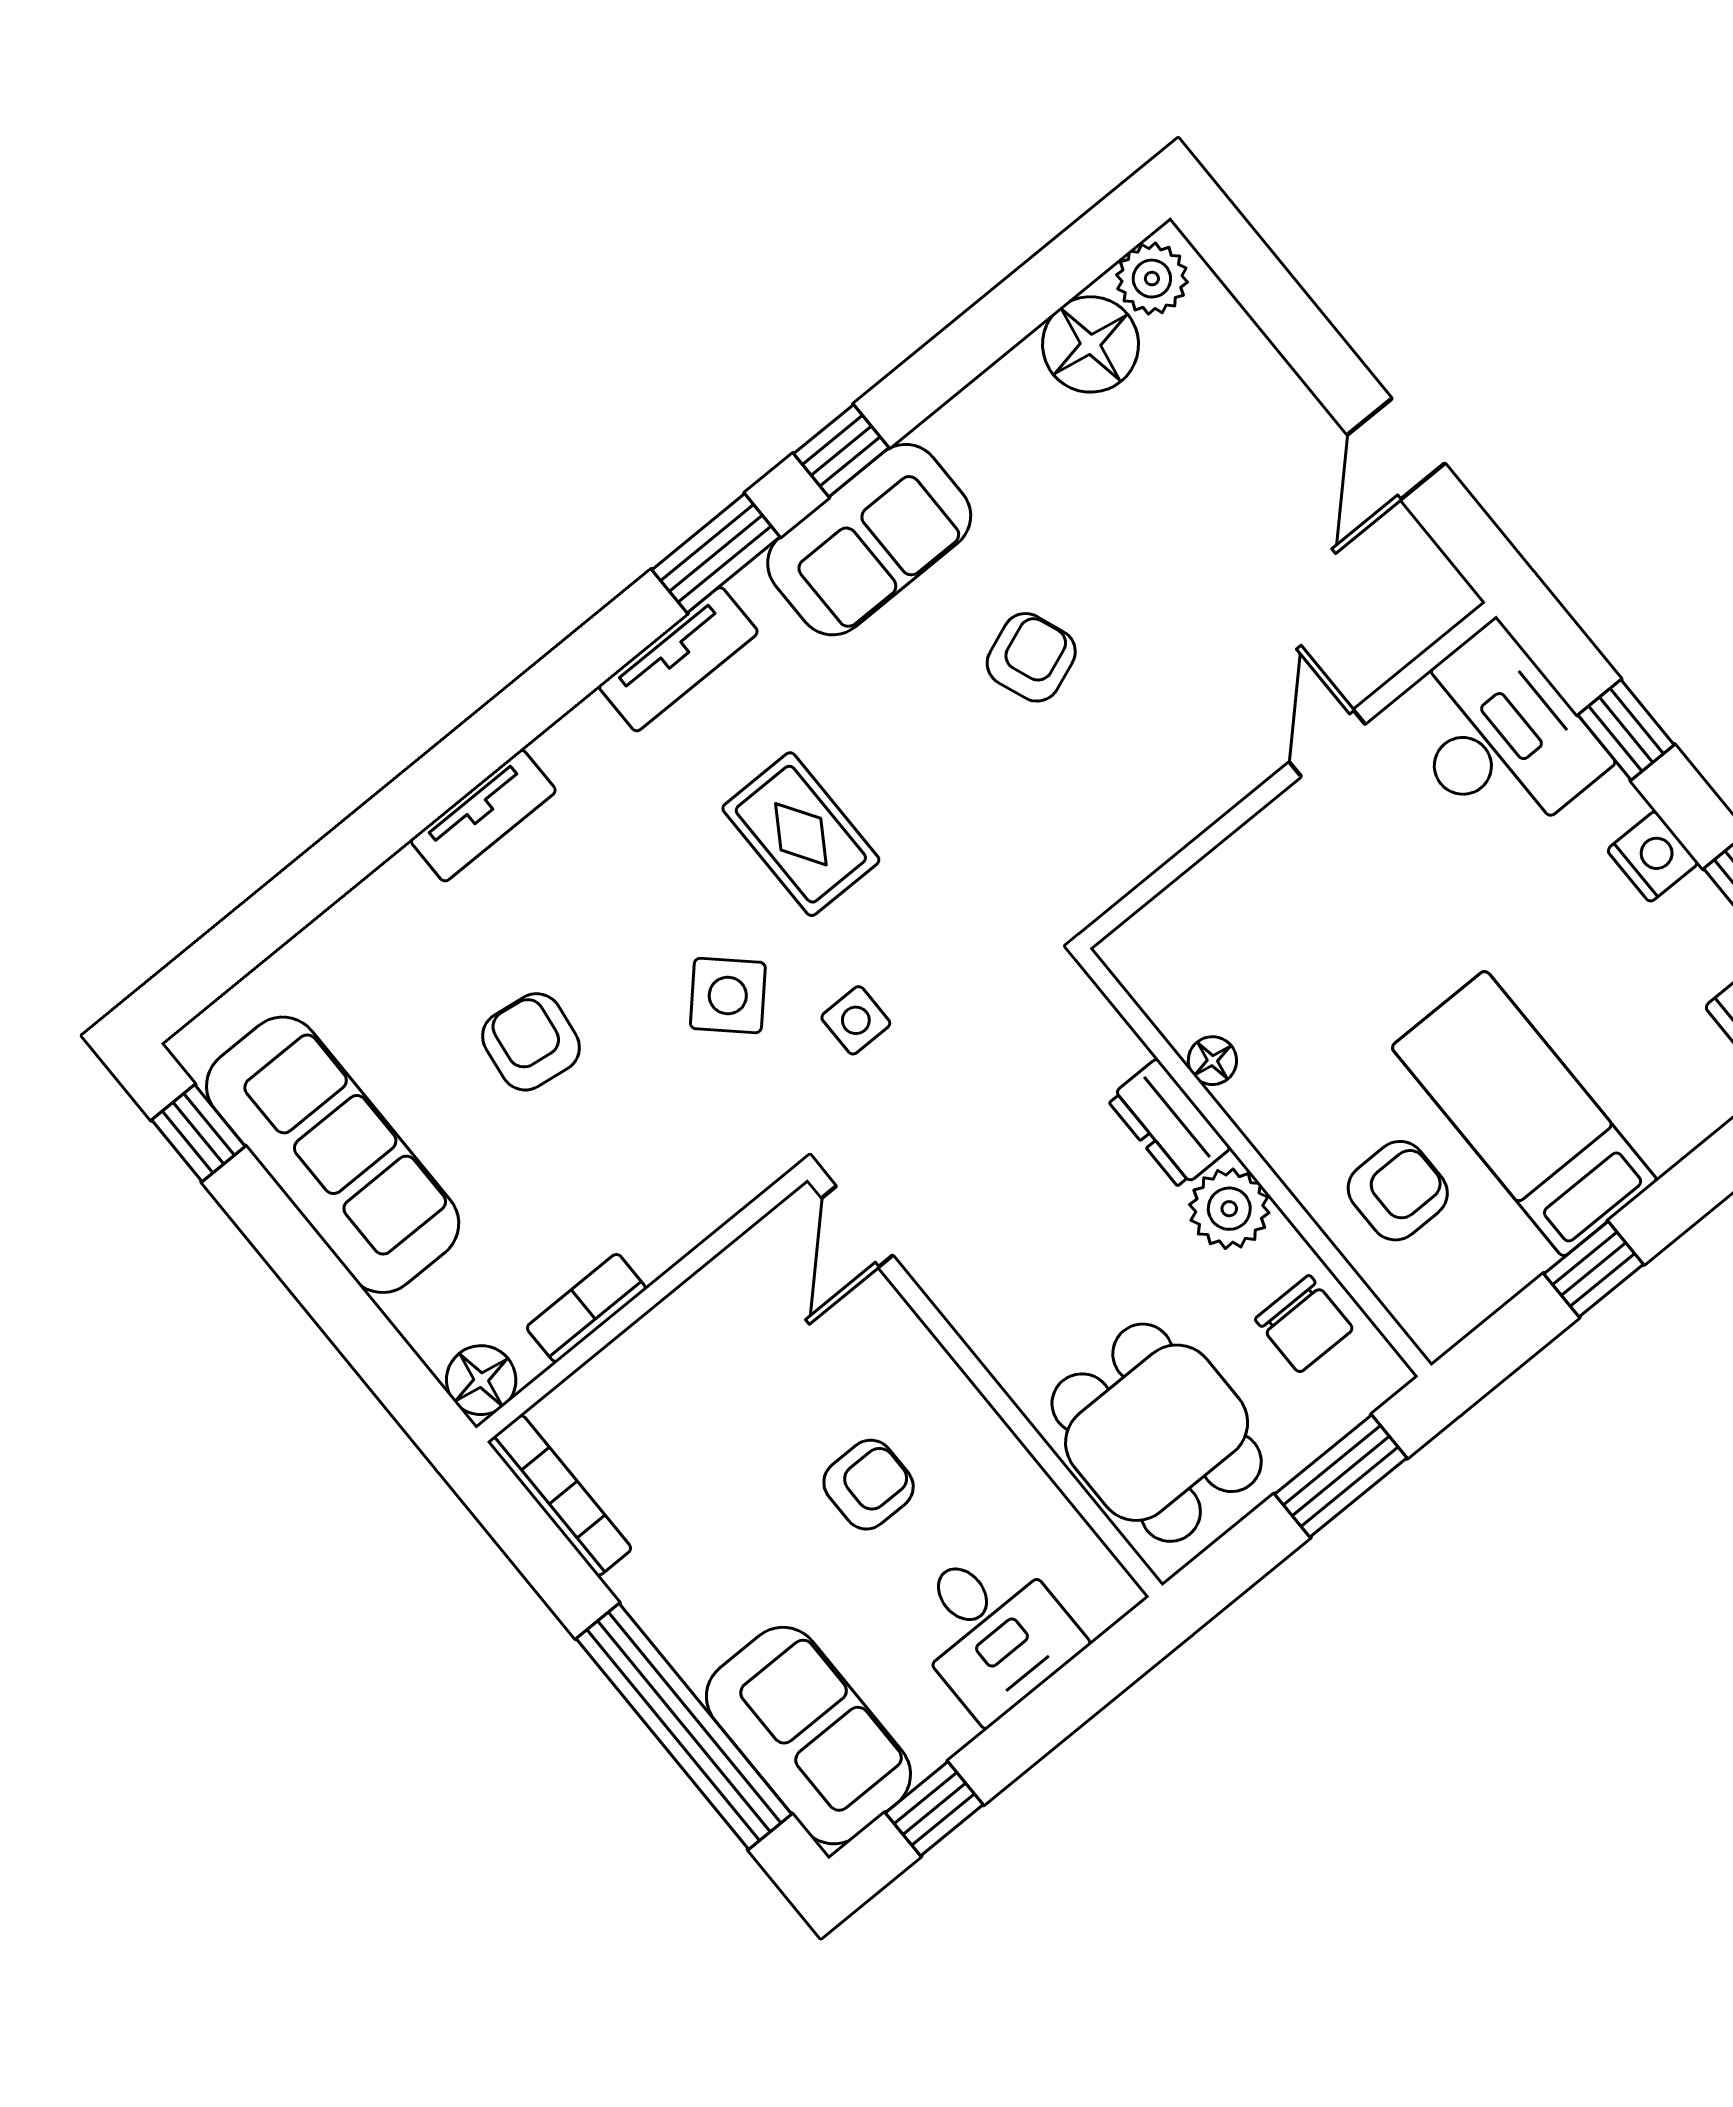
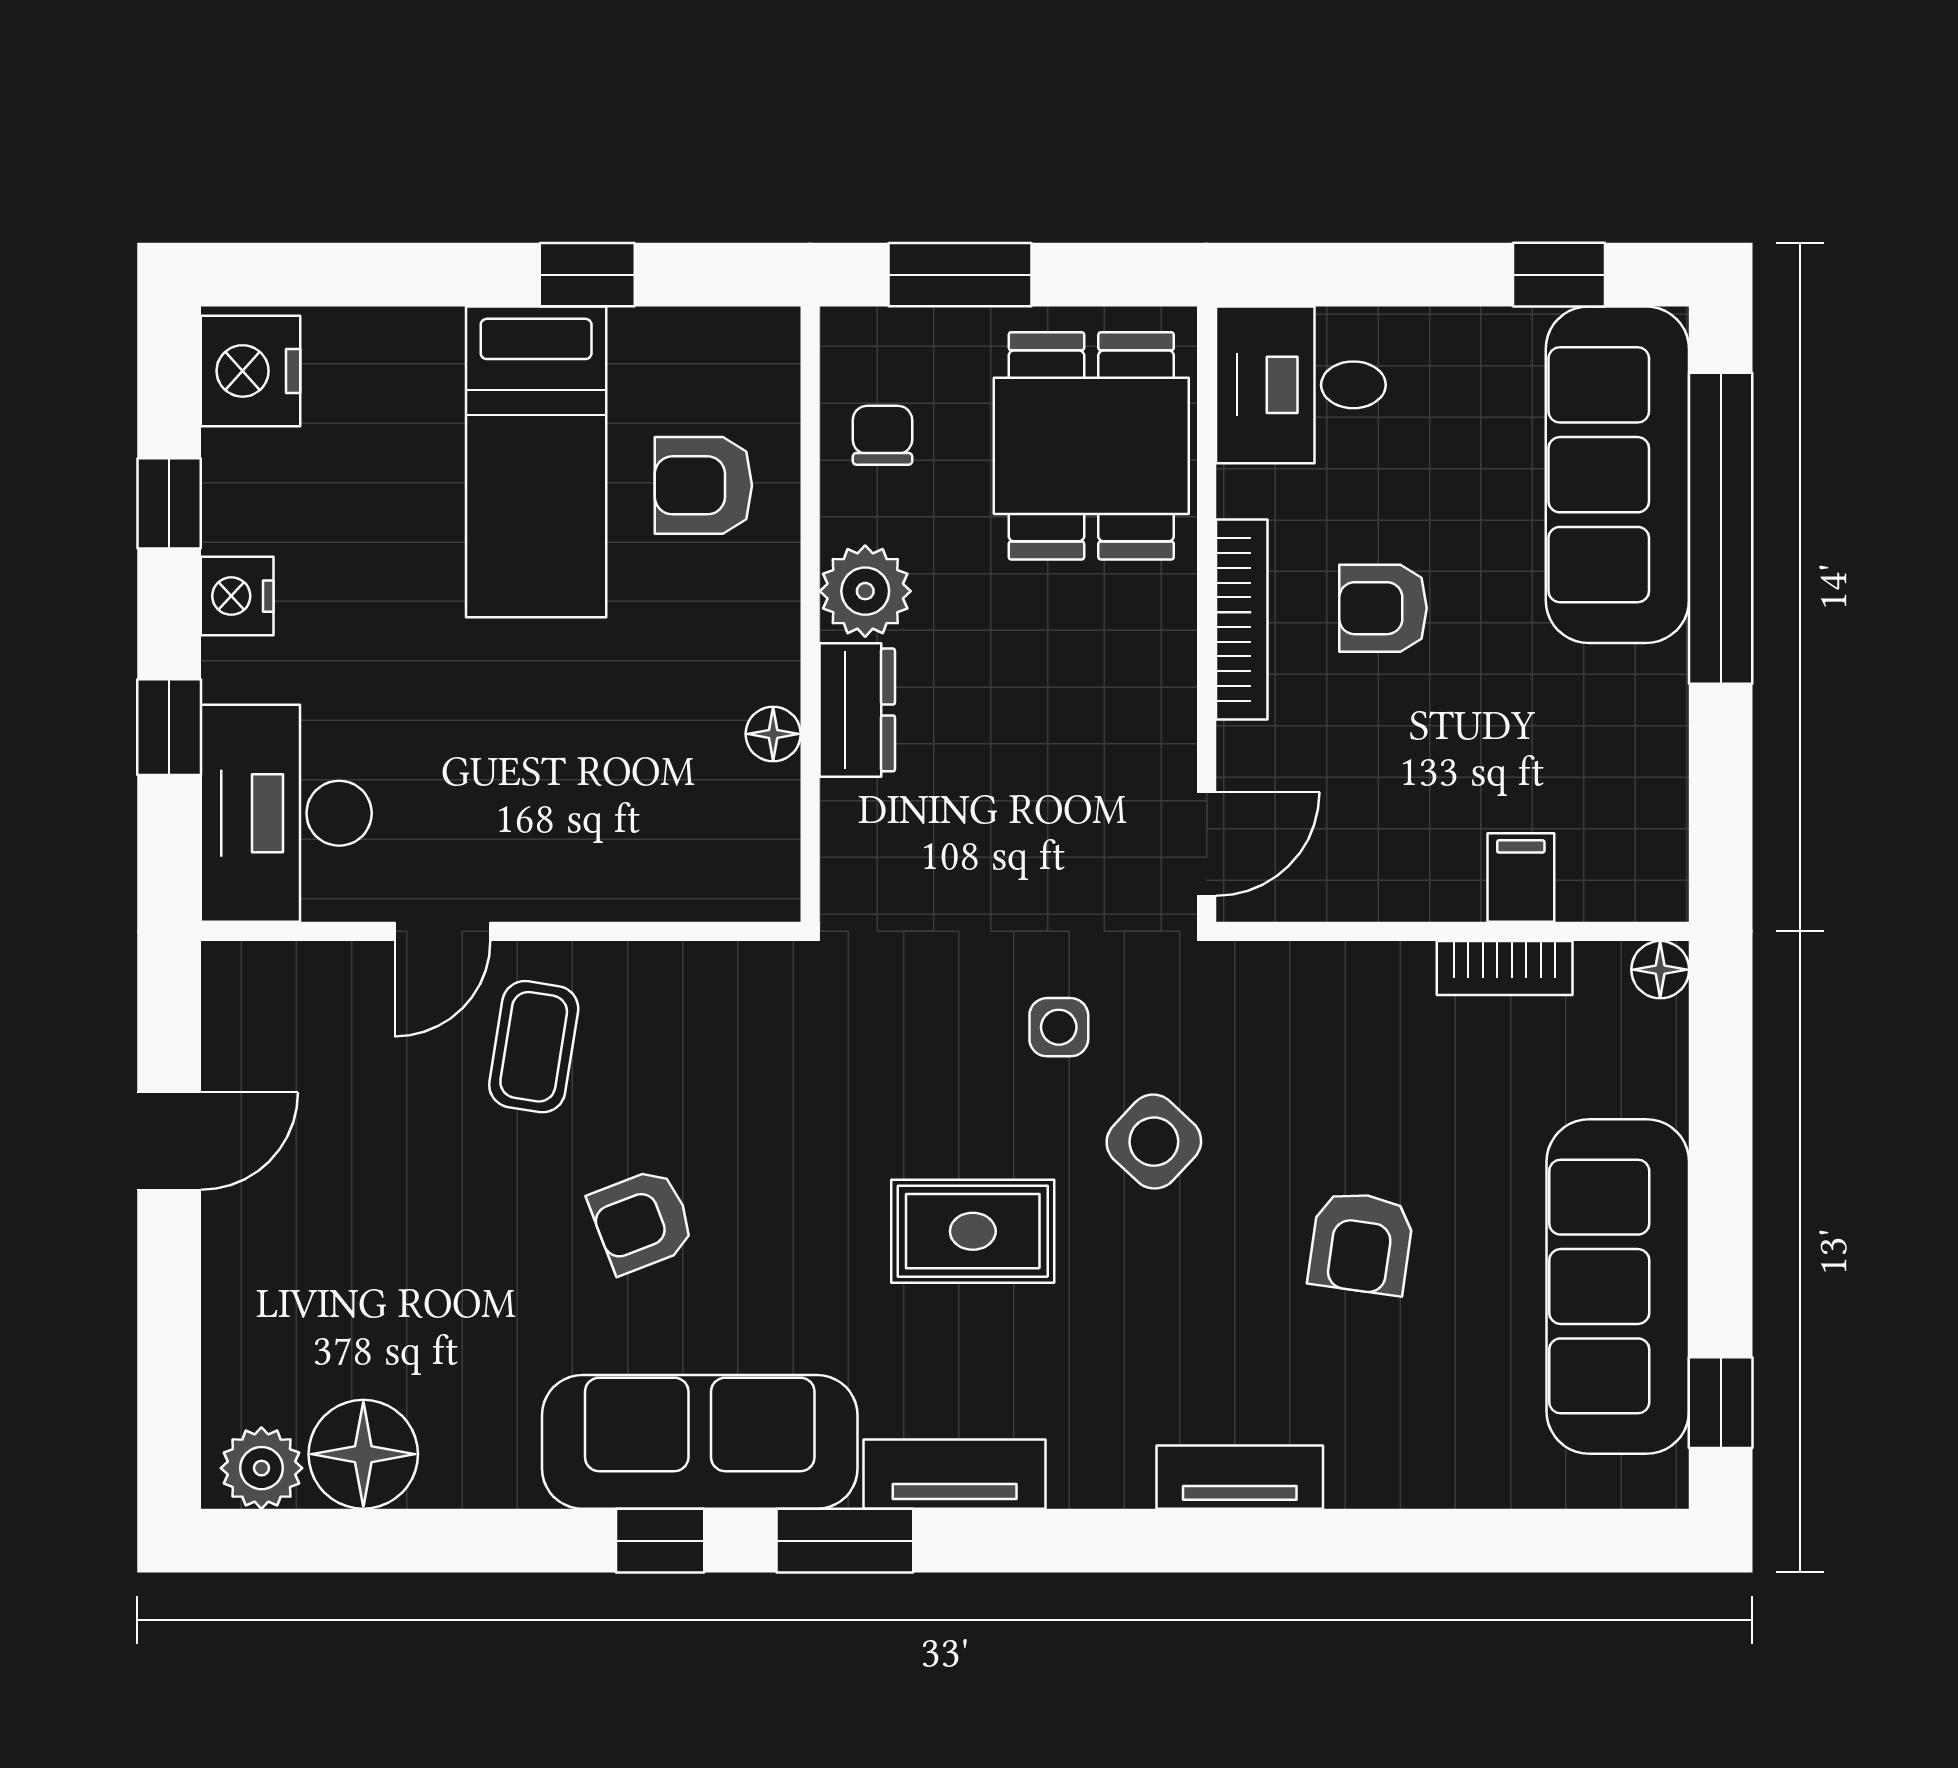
sofa: (869, 540) -> (700, 1442), width x1.36
coffee table: (1201, 716) -> (534, 1047), added
rug: (801, 834) -> (973, 1231), turned 90
chair: (1304, 1324) -> (882, 435), width x0.73, depth x0.73
filing cabinet: (626, 1378) -> (1521, 877), added
floor lamp: (481, 1380) -> (1660, 970), width x0.73, depth x0.73
bookcase: (560, 1495) -> (1242, 620), moved, turned 180
desk: (992, 1630) -> (1301, 385), moved, turned -90
sofa: (808, 1736) -> (1617, 475), width x1.36

